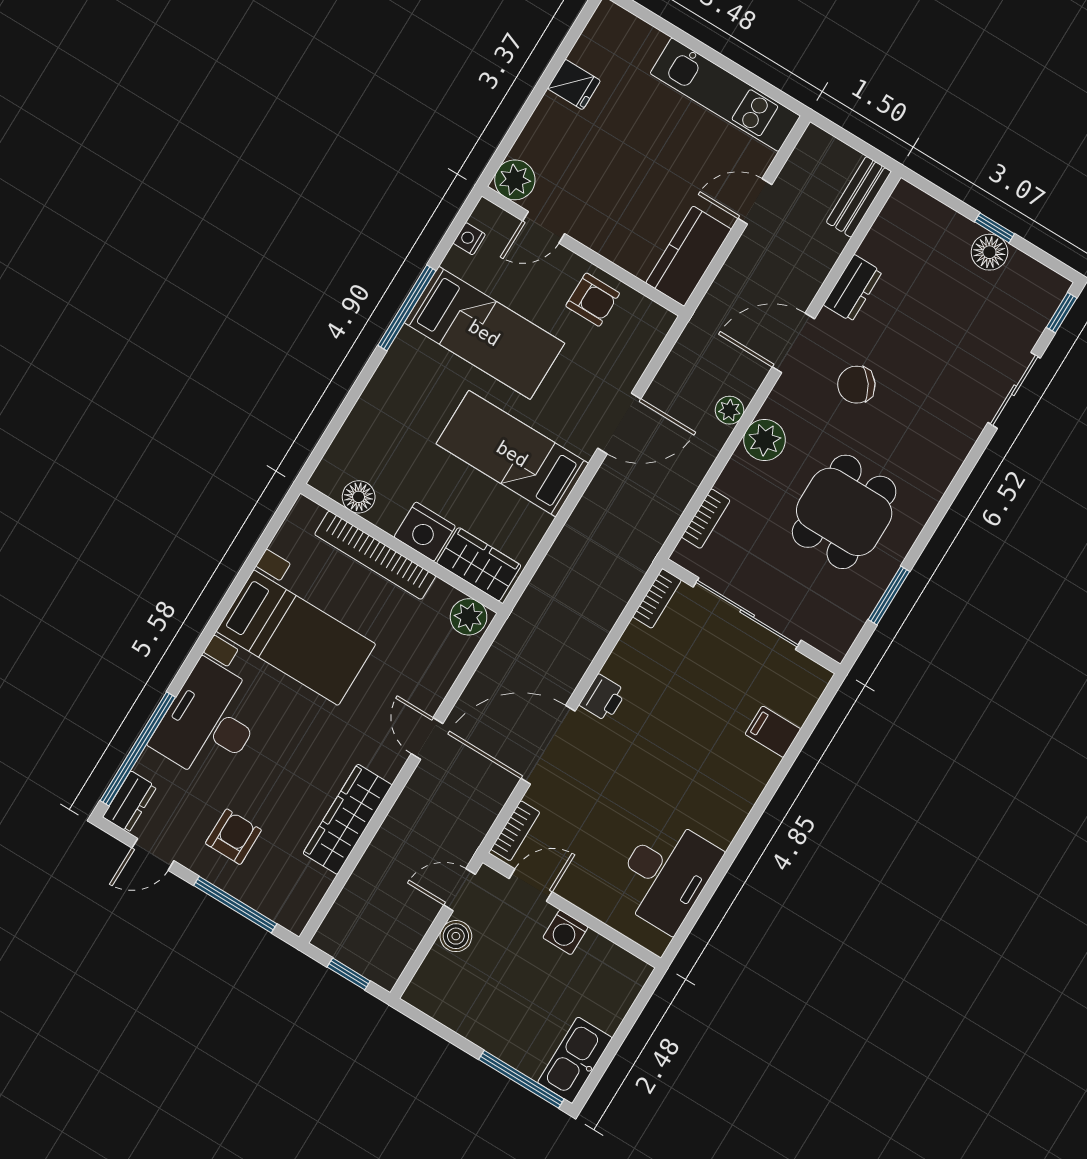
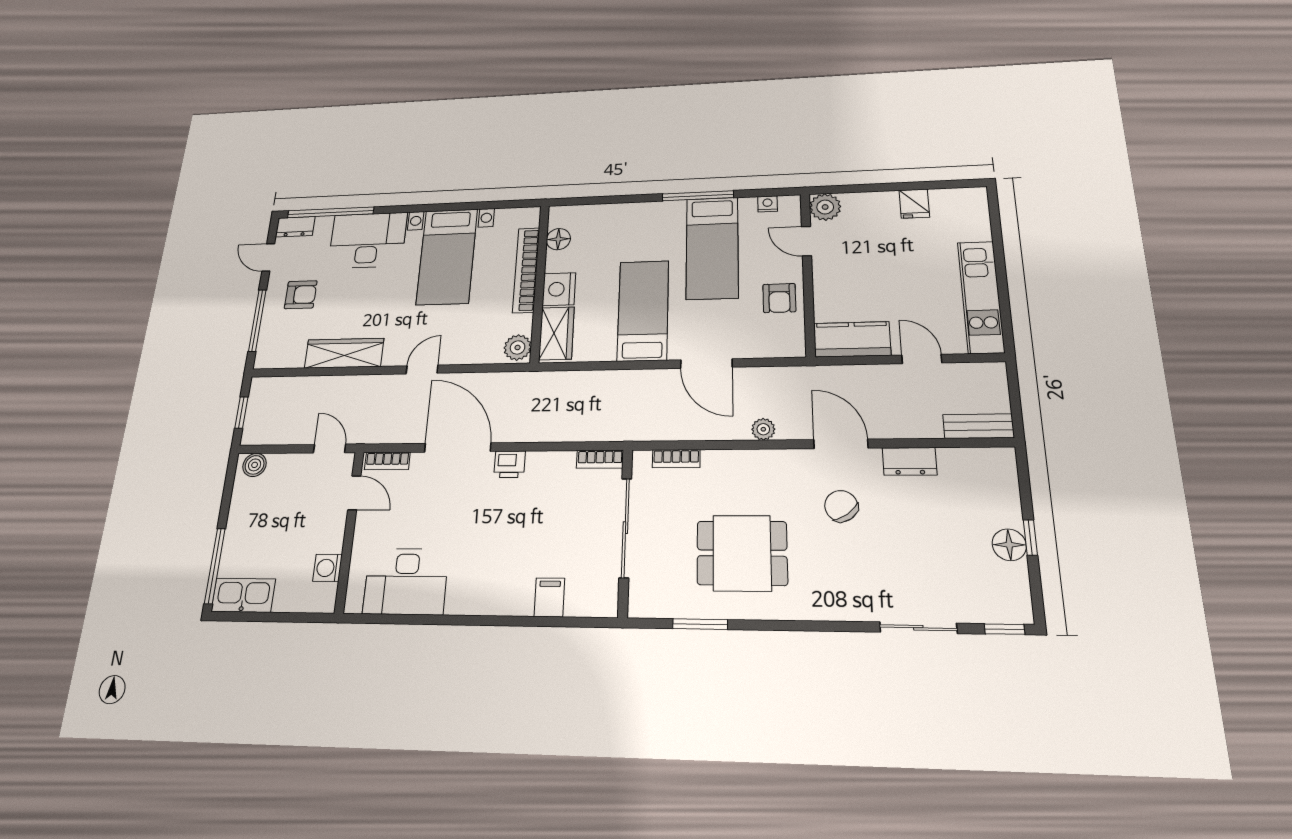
plant: (765, 440) -> (758, 465), removed
washing machine: (565, 932) -> (328, 568), moved
boiler: (456, 936) -> (255, 465), moved

